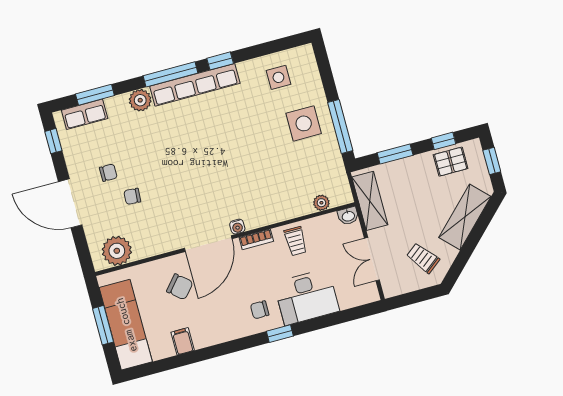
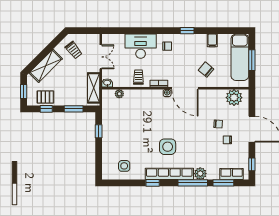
window: (170, 74) -> (193, 183), moved
side table: (304, 123) -> (168, 147), moved
window: (340, 126) -> (99, 131), width x0.46
door: (208, 244) -> (185, 88), swing flipped
window: (280, 334) -> (187, 31), moved

